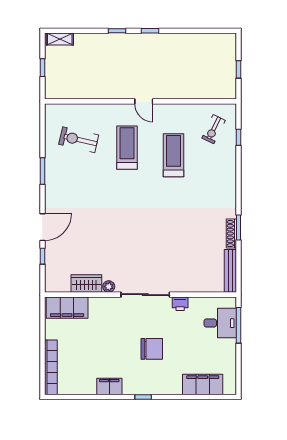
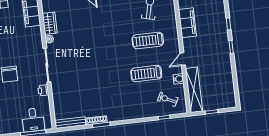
filing cabinet: (109, 89) -> (187, 23), added
shelving: (205, 91) -> (194, 90), added
door: (144, 101) -> (183, 59), moved
water cooler: (187, 111) -> (178, 79), added
treadmill: (127, 148) -> (148, 40), turned 180
treadmill: (174, 155) -> (146, 74), turned 180

